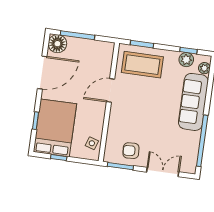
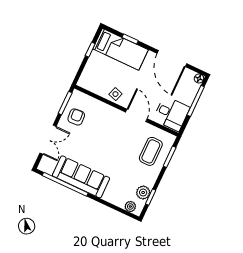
floor lamp: (57, 44) -> (199, 78), width x0.53, depth x0.53
desk: (98, 56) -> (171, 114), added
coffee table: (142, 65) -> (151, 151), width x0.73, depth x0.76
sofa: (193, 102) -> (81, 177), moved
bed: (55, 128) -> (121, 49), width x0.67
side table: (92, 143) -> (115, 94), moved

